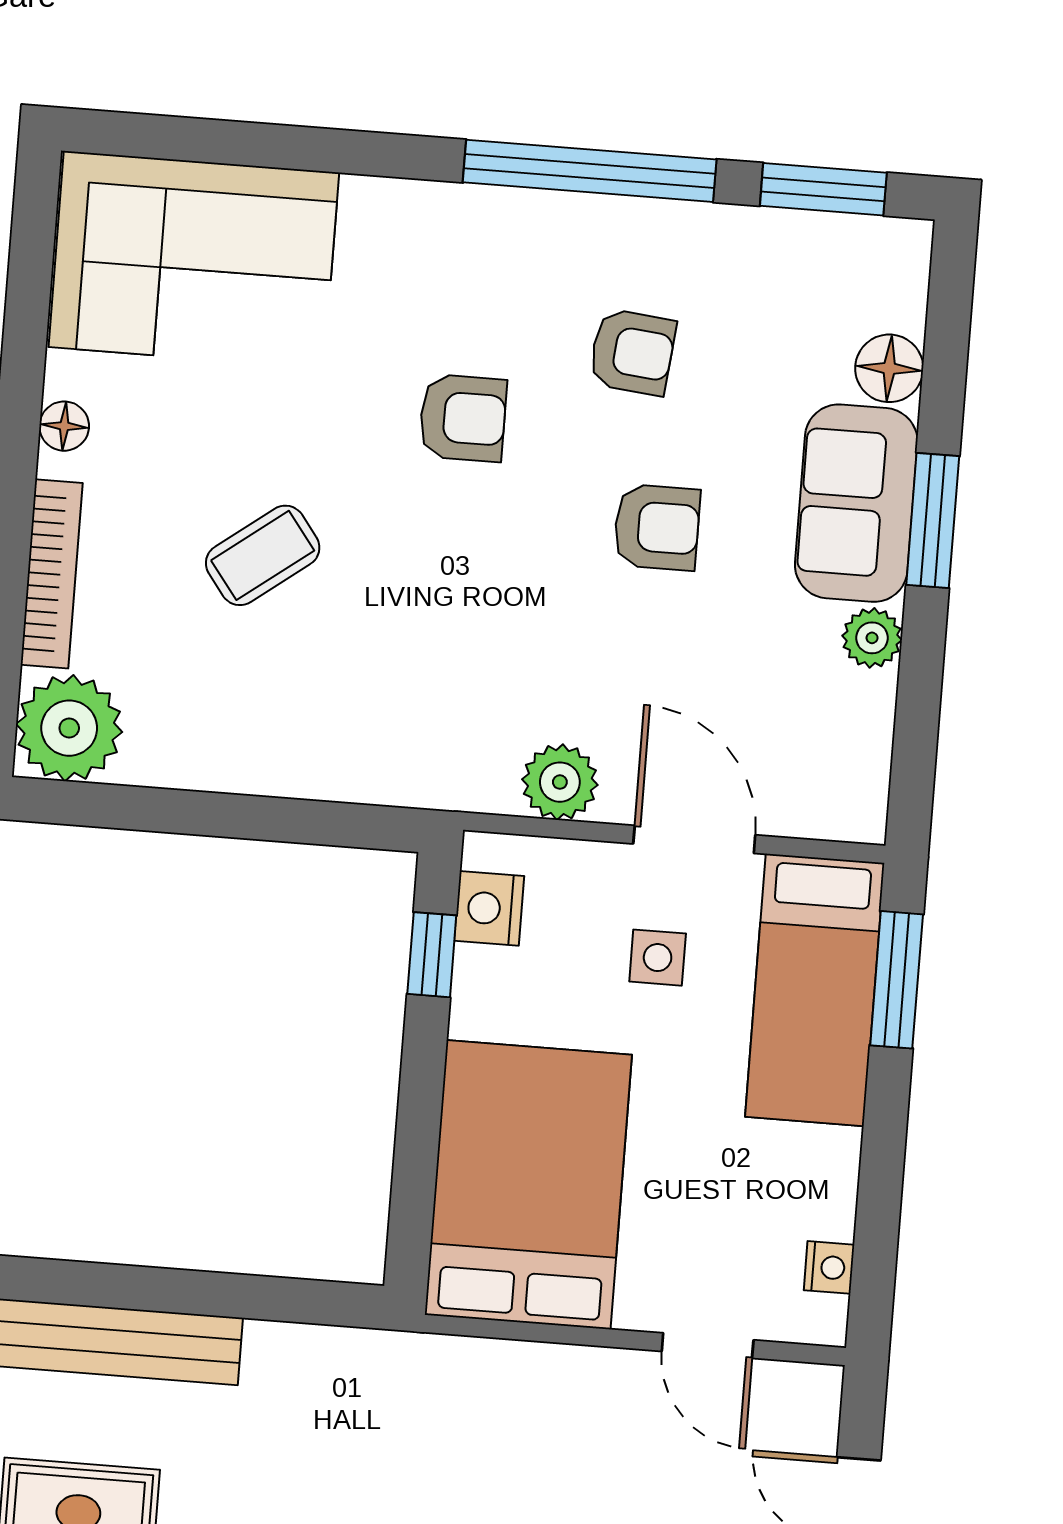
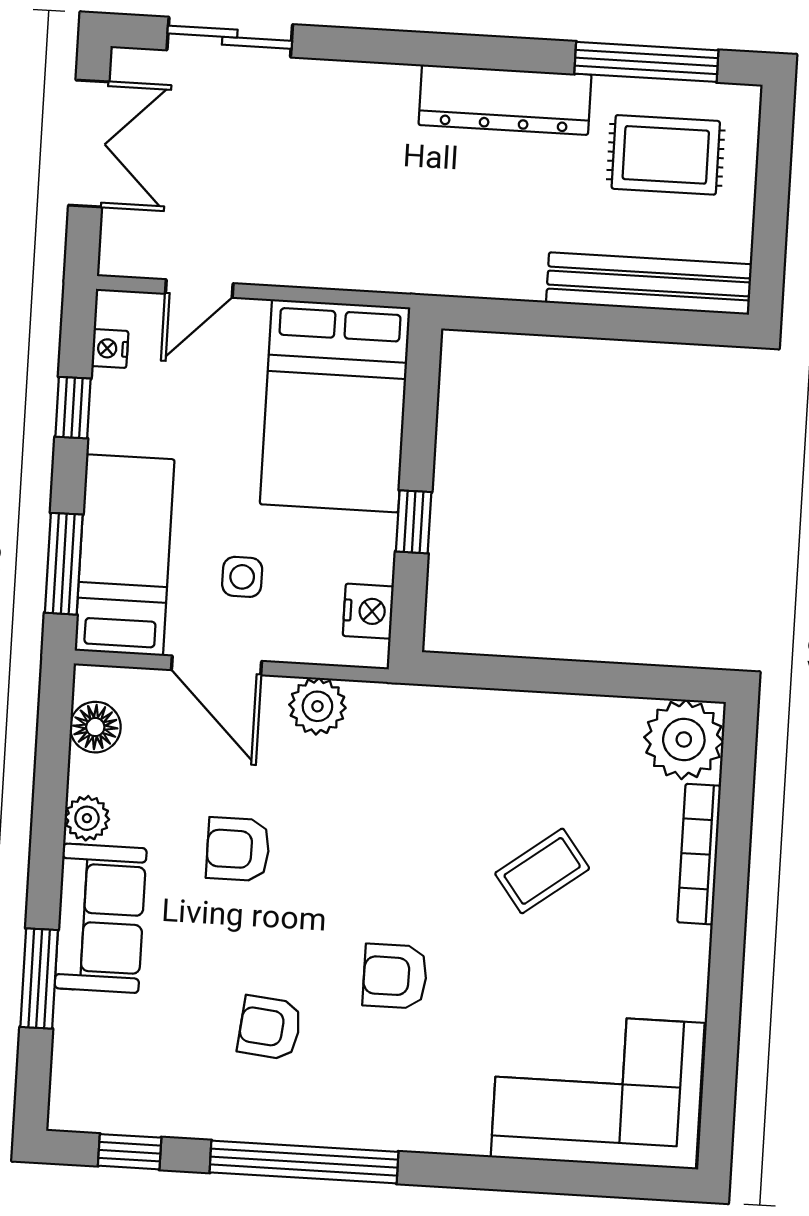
window: (823, 189) -> (130, 1152), width x0.67
floor lamp: (889, 368) -> (95, 727), moved
floor lamp: (64, 426) -> (692, 964), removed
window: (933, 520) -> (39, 978), moved
armchair: (657, 527) -> (238, 849), moved
window: (432, 955) -> (414, 522), moved
window: (880, 1189) -> (73, 408), added
door: (708, 1346) -> (199, 288), swing flipped

